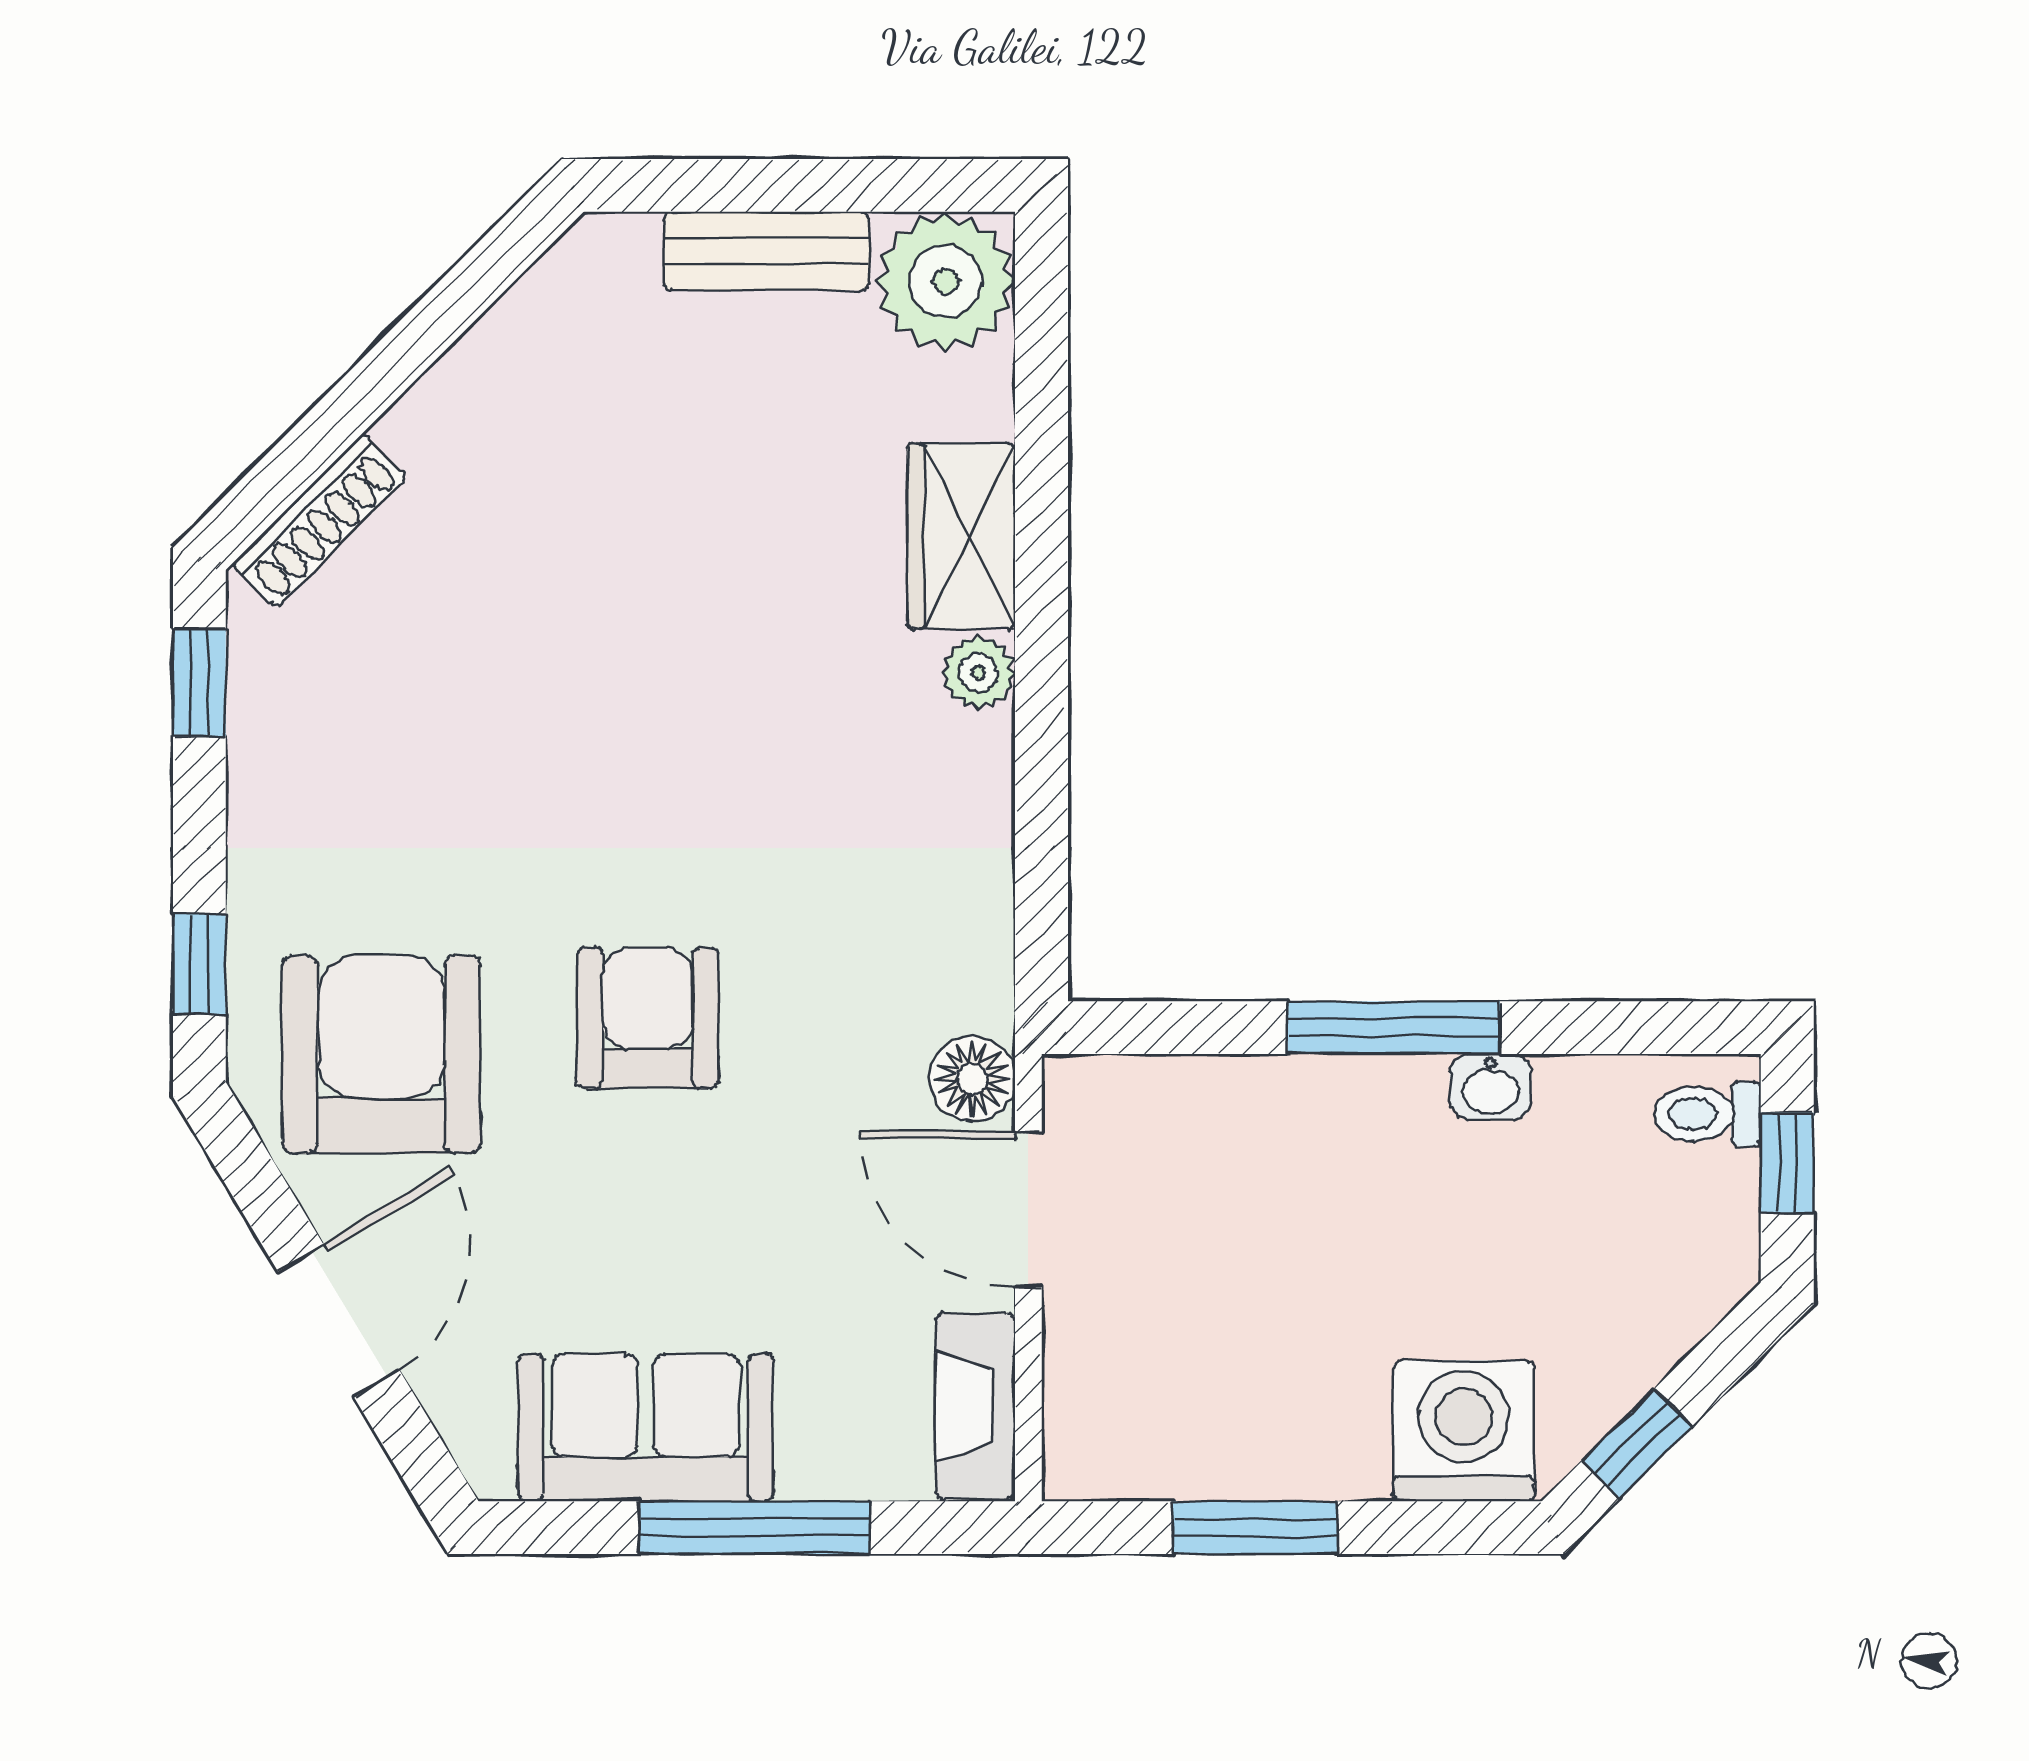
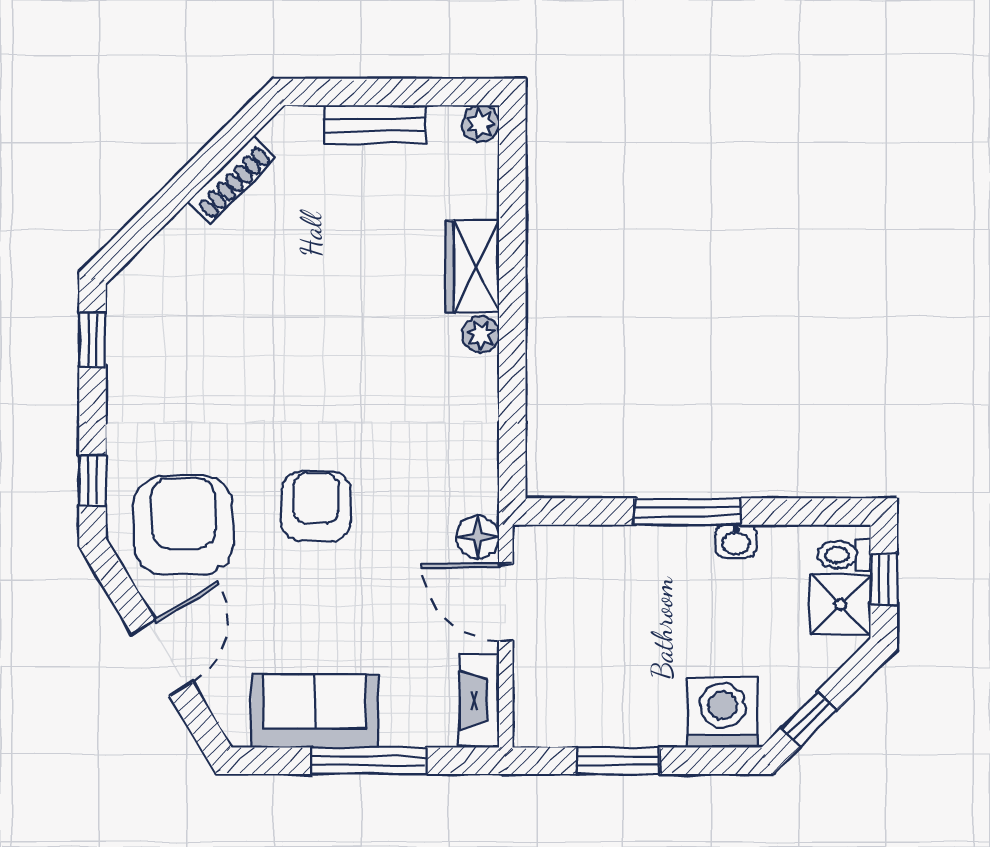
plant: (946, 281) -> (481, 124), width x0.53, depth x0.53
shoe rack: (319, 521) -> (232, 180), moved
shower: (1700, 1214) -> (841, 605), added

